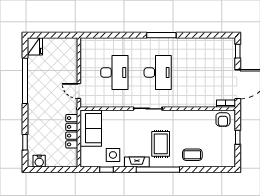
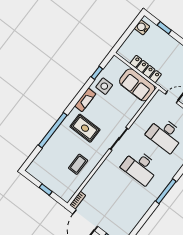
armchair: (223, 120) -> (67, 189), removed
coffee table: (192, 155) -> (78, 164), moved
window: (158, 170) -> (53, 130), moved

